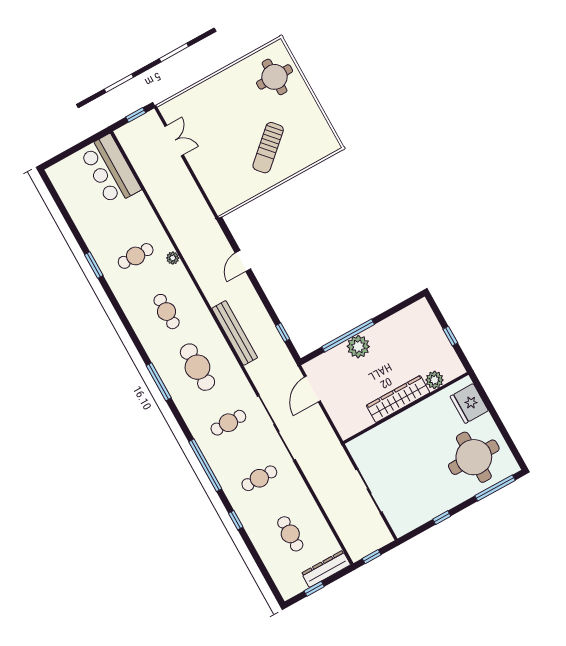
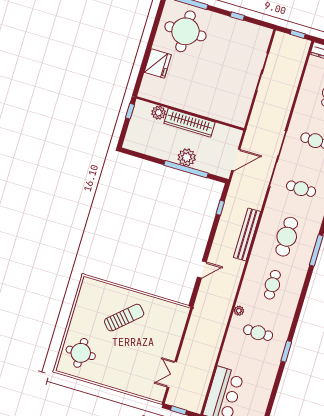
plant: (434, 380) -> (159, 113), moved
wardrobe: (398, 399) -> (189, 123), moved
wall: (406, 408) -> (190, 113), moved

